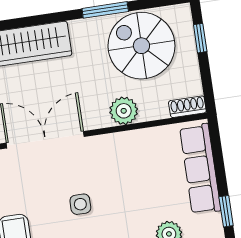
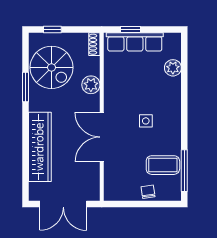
spiral stairs: (141, 46) -> (52, 67), turned -90
window: (226, 211) -> (131, 30), moved

